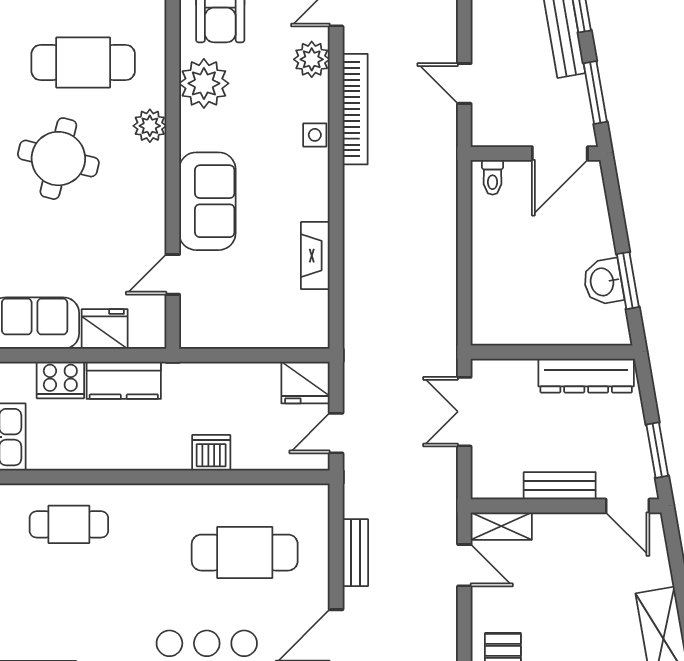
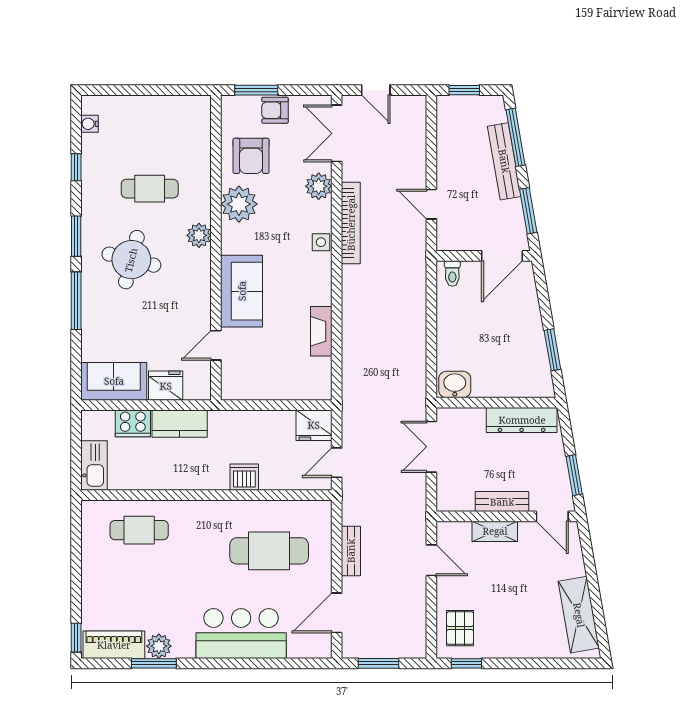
cafe table: (83, 63) -> (150, 189), width x0.73, depth x0.74
washbasin: (603, 282) -> (455, 384), moved, turned 100
shelving: (501, 526) -> (495, 531), moved

